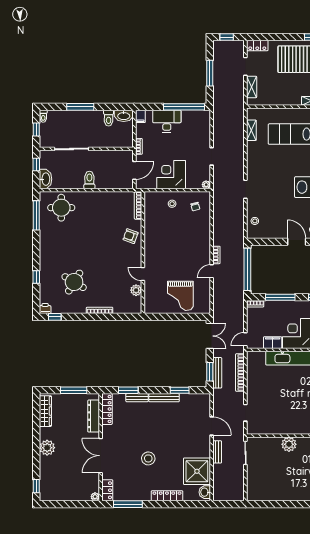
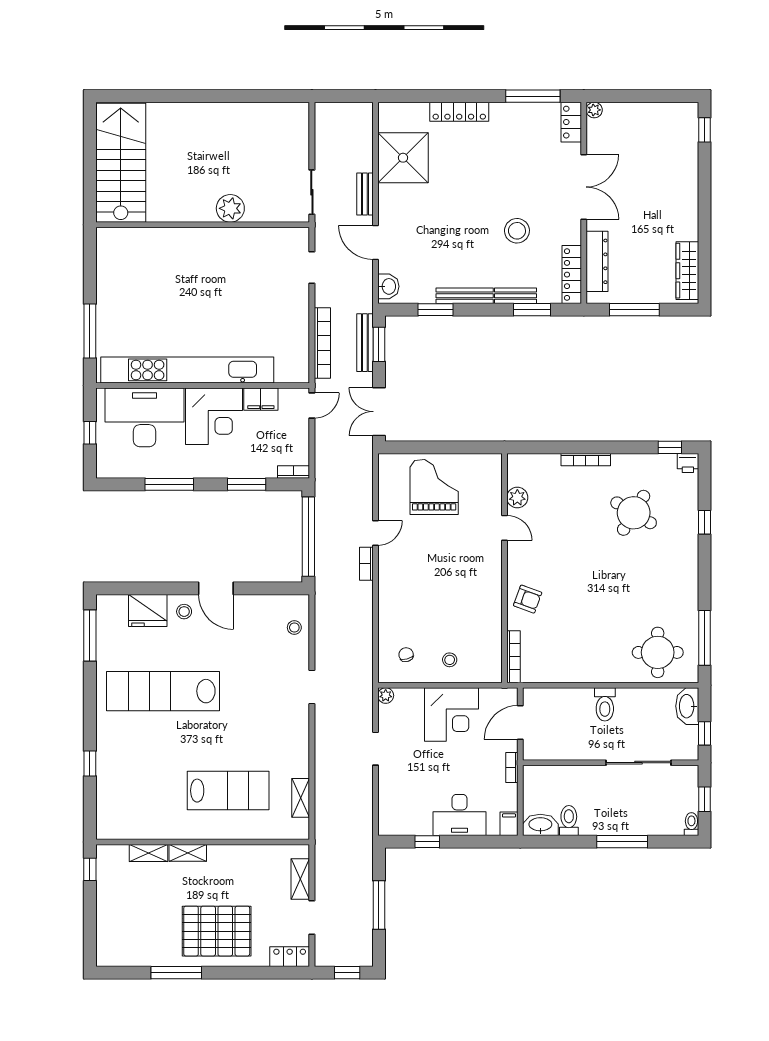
window: (184, 107) -> (427, 842), width x0.32
window: (280, 297) -> (247, 484), width x0.69
plant: (47, 448) -> (684, 202), removed
stool: (148, 458) -> (517, 231), moved
washbasin: (205, 492) -> (388, 286), moved

